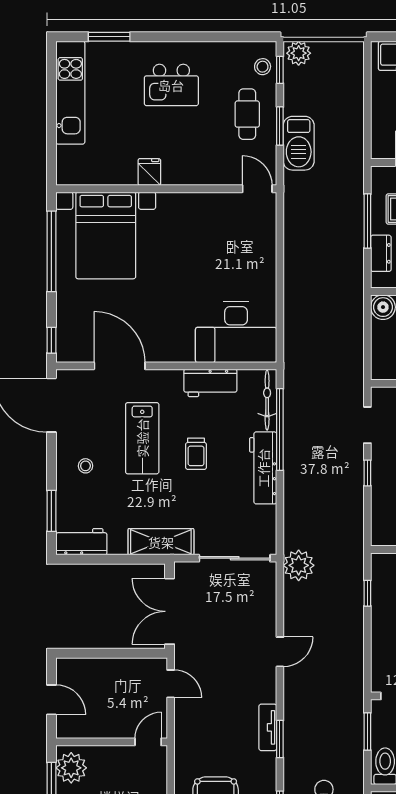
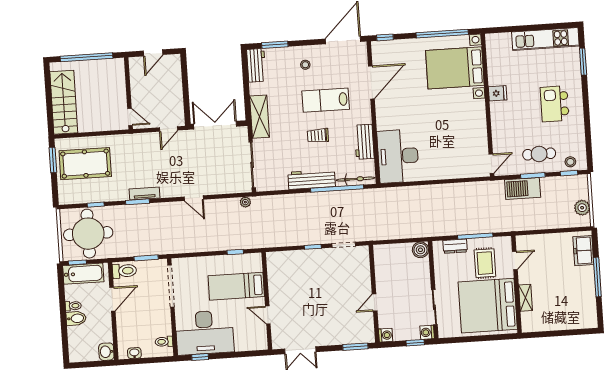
plant: (299, 53) -> (582, 208), moved
plant: (299, 565) -> (245, 202), width x0.53, depth x0.53
plant: (71, 768) -> (110, 68), removed

